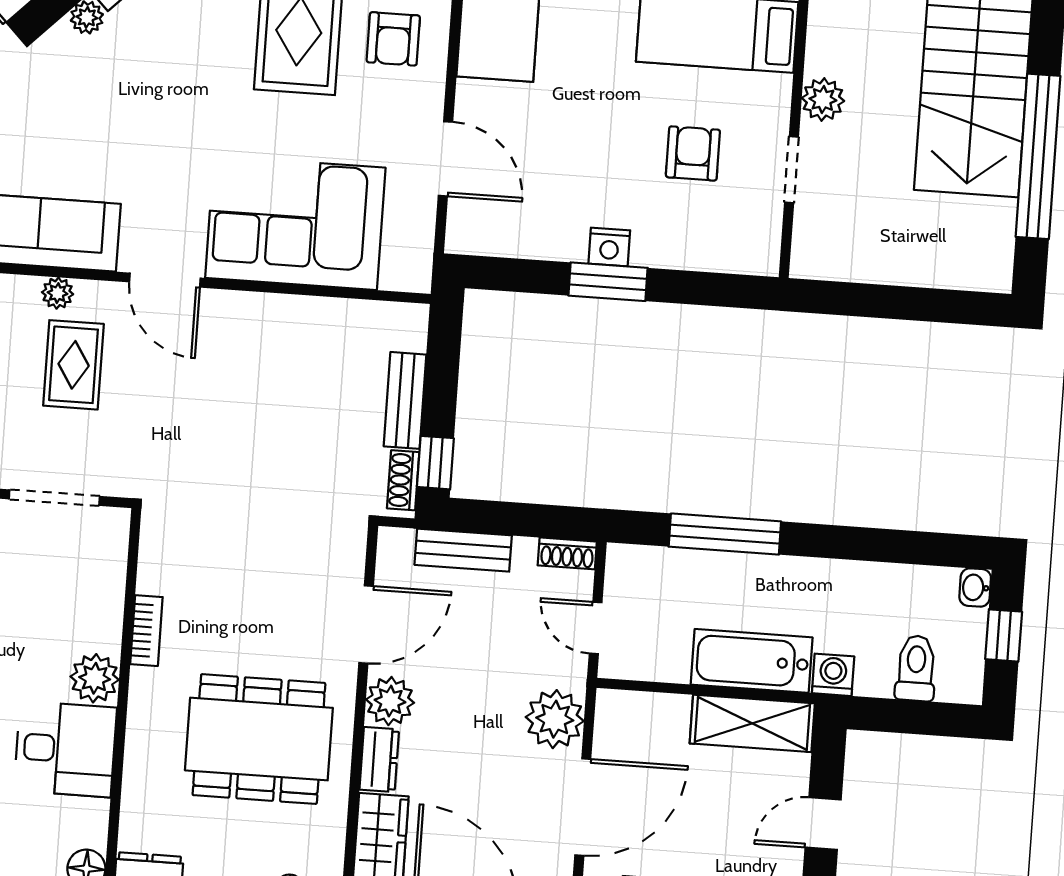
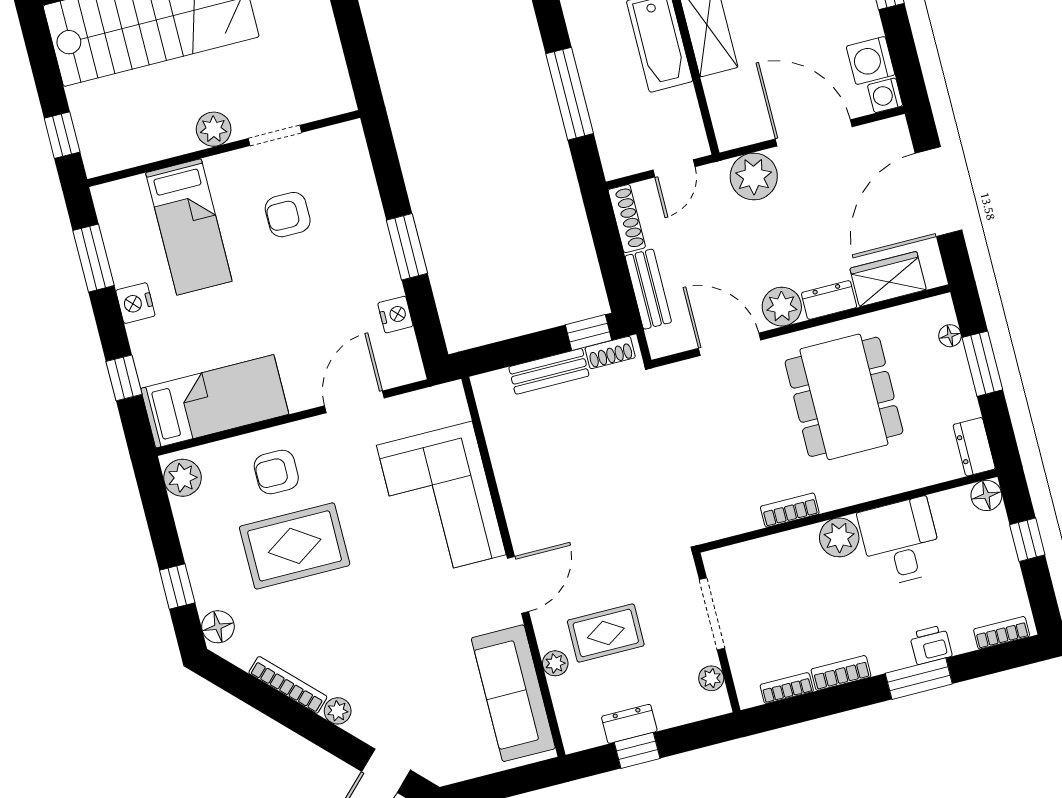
armchair: (393, 39) -> (276, 472), turned 180
nightstand: (609, 247) -> (395, 315), moved
shoe rack: (567, 553) -> (627, 219), width x1.43

